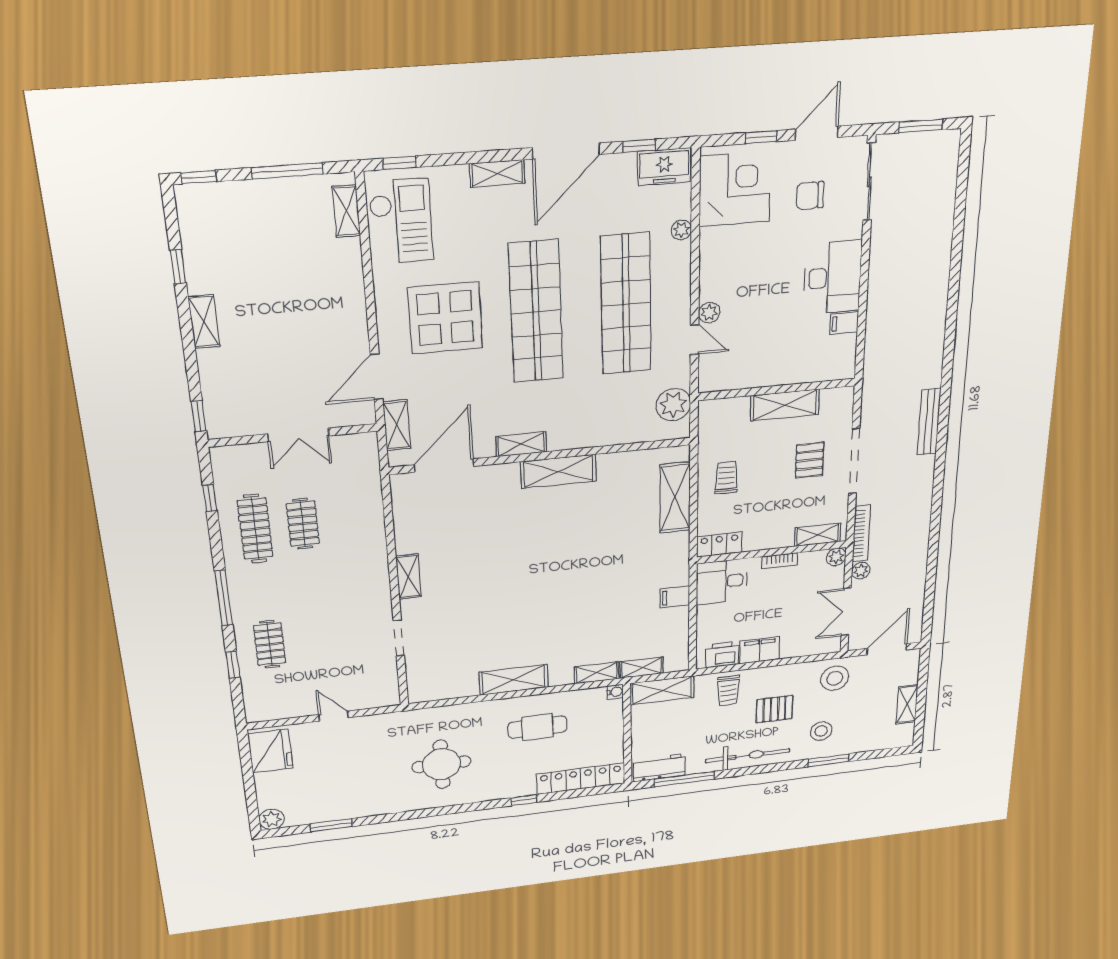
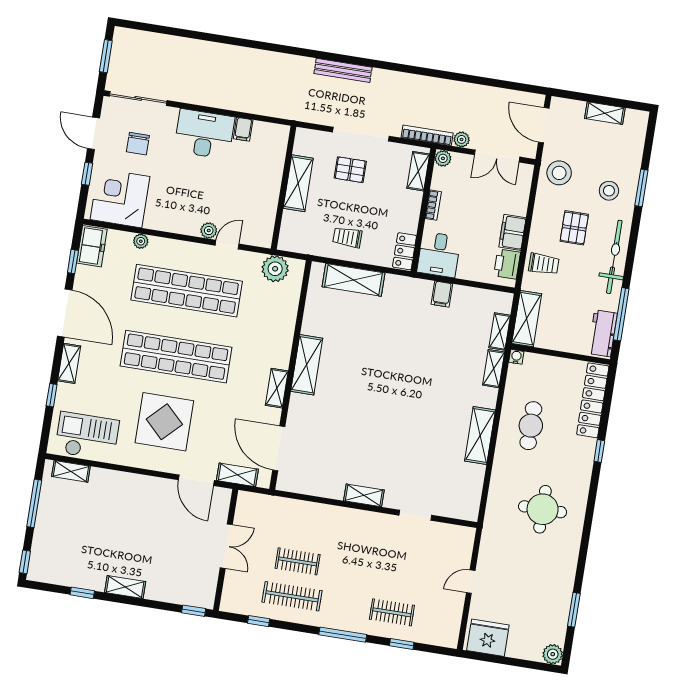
window: (399, 163) -> (52, 395), moved

